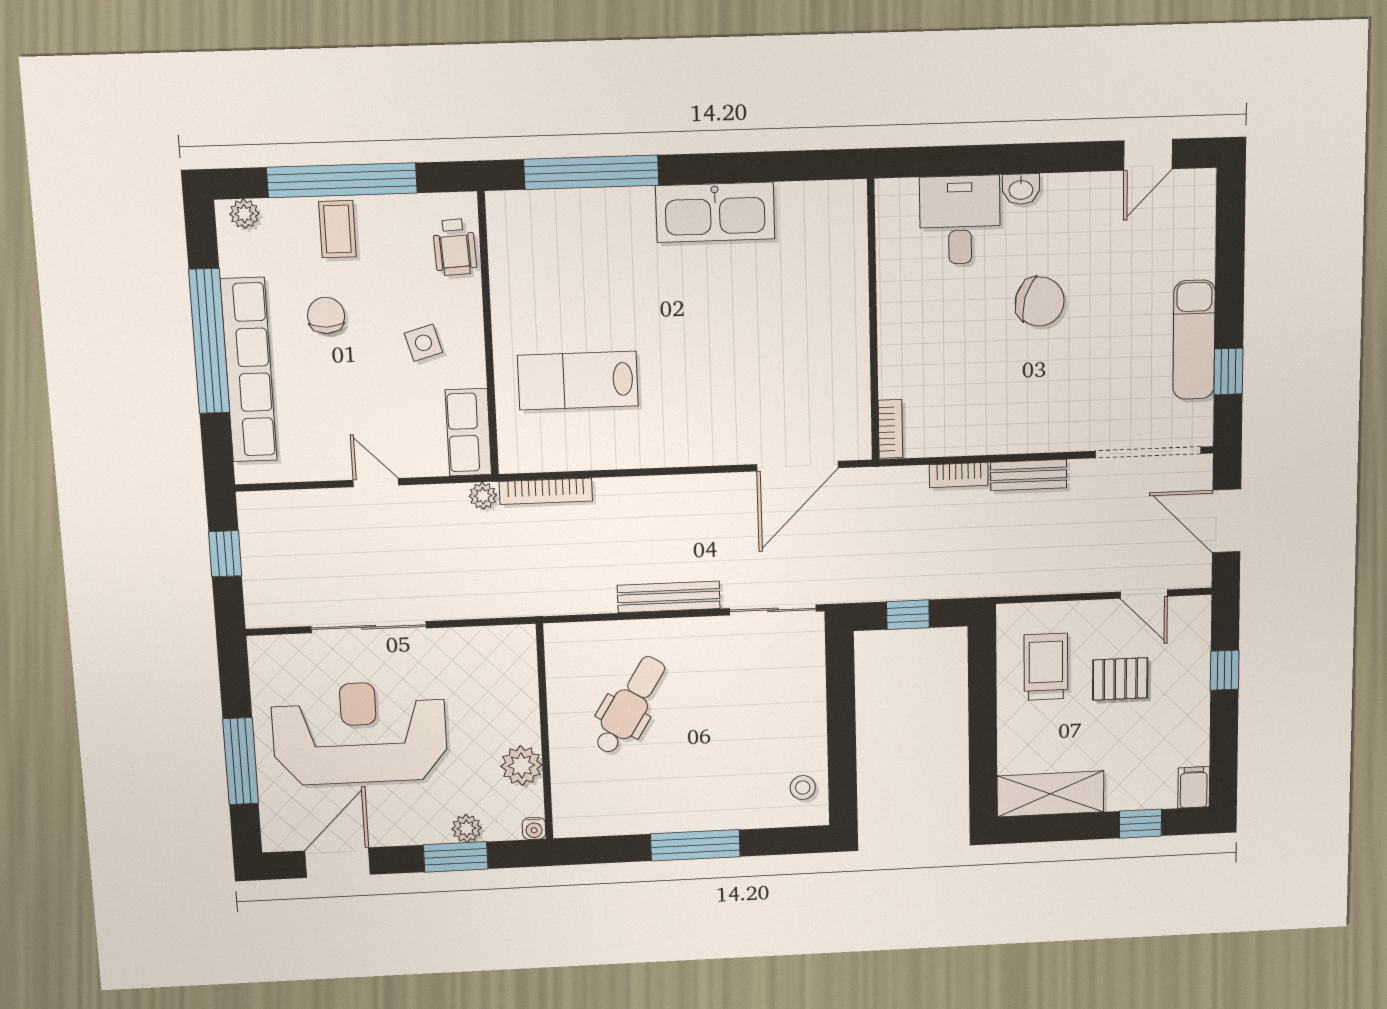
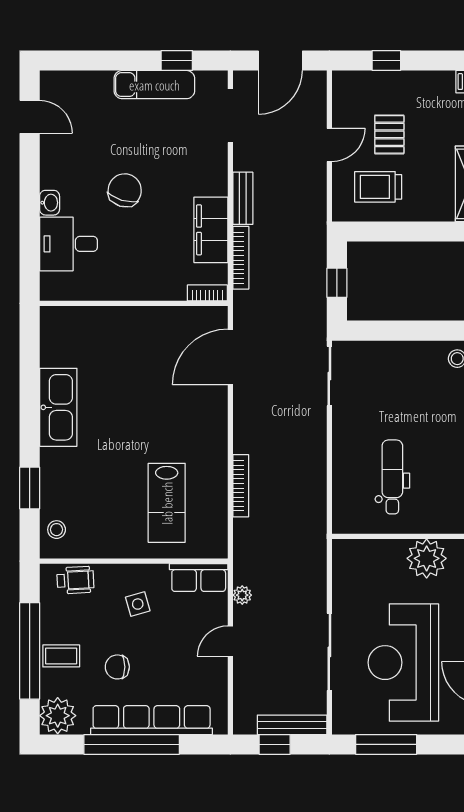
window: (591, 172) -> (30, 488), width x0.47
plant: (244, 214) -> (58, 716), width x1.87, depth x1.87
stool: (530, 216) -> (57, 530), added
filing cabinet: (983, 431) -> (211, 230), added
doorway: (1148, 452) -> (230, 116), width x0.73
door: (797, 466) -> (230, 357), swing flipped
bookcase: (959, 475) -> (241, 258), width x1.56
bookcase: (546, 491) -> (241, 486), moved
plant: (483, 496) -> (242, 595), moved
door: (1144, 594) -> (329, 145), moved
bench: (669, 597) -> (292, 725), moved, turned 90
dental chair: (630, 705) -> (392, 477), turned 58
window: (241, 761) -> (386, 744), moved
plant: (521, 766) -> (427, 558), width x1.36, depth x1.36

